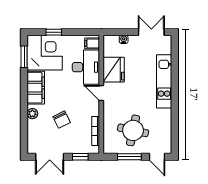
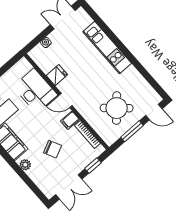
filing cabinet: (92, 43) -> (70, 120), moved
fridge: (114, 70) -> (57, 75), width x0.53, depth x0.75
round table: (133, 130) -> (117, 108), turned 30

